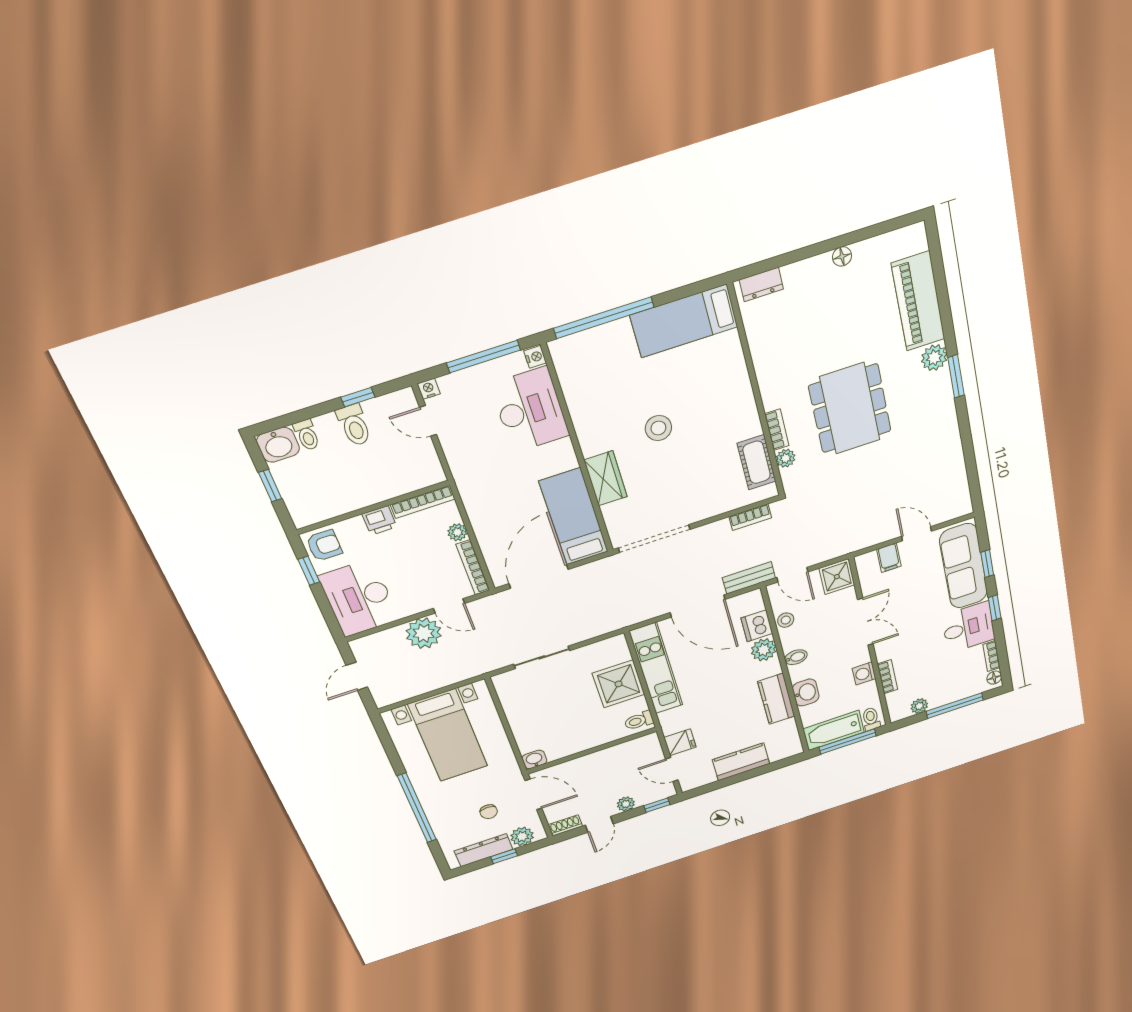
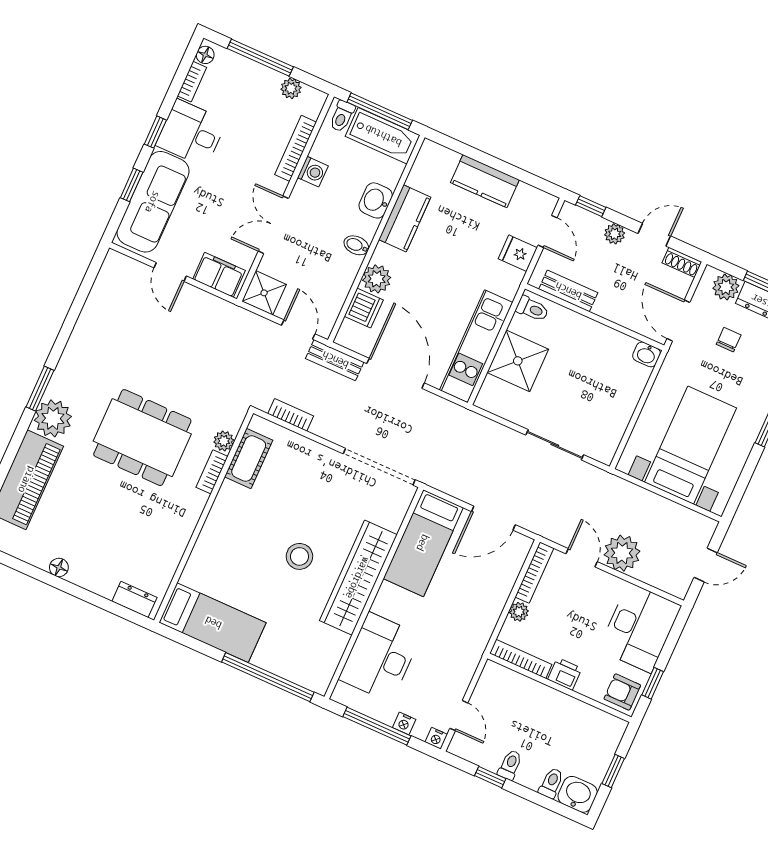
nightstand: (535, 357) -> (404, 723), moved, turned -90
plant: (934, 358) -> (53, 418), width x1.36, depth x1.36
dining table: (850, 408) -> (142, 438), turned 90
toilet: (354, 425) -> (510, 765), width x0.73, depth x0.72
wardrobe: (606, 478) -> (358, 578), width x2.10, depth x1.17
filing cabinet: (889, 558) -> (219, 275), width x2.00
door: (539, 576) -> (493, 518), width x0.73
stool: (786, 620) -> (337, 291), removed
bookcase: (887, 677) -> (296, 148), width x1.56
bench: (625, 750) -> (568, 291), added

